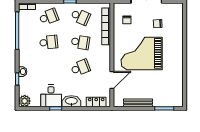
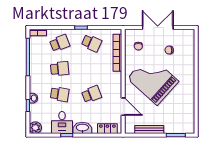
school desk: (80, 42) -> (60, 94), moved
grand piano: (142, 53) -> (153, 80), turned 42
door: (112, 80) -> (123, 107), hinge flipped

